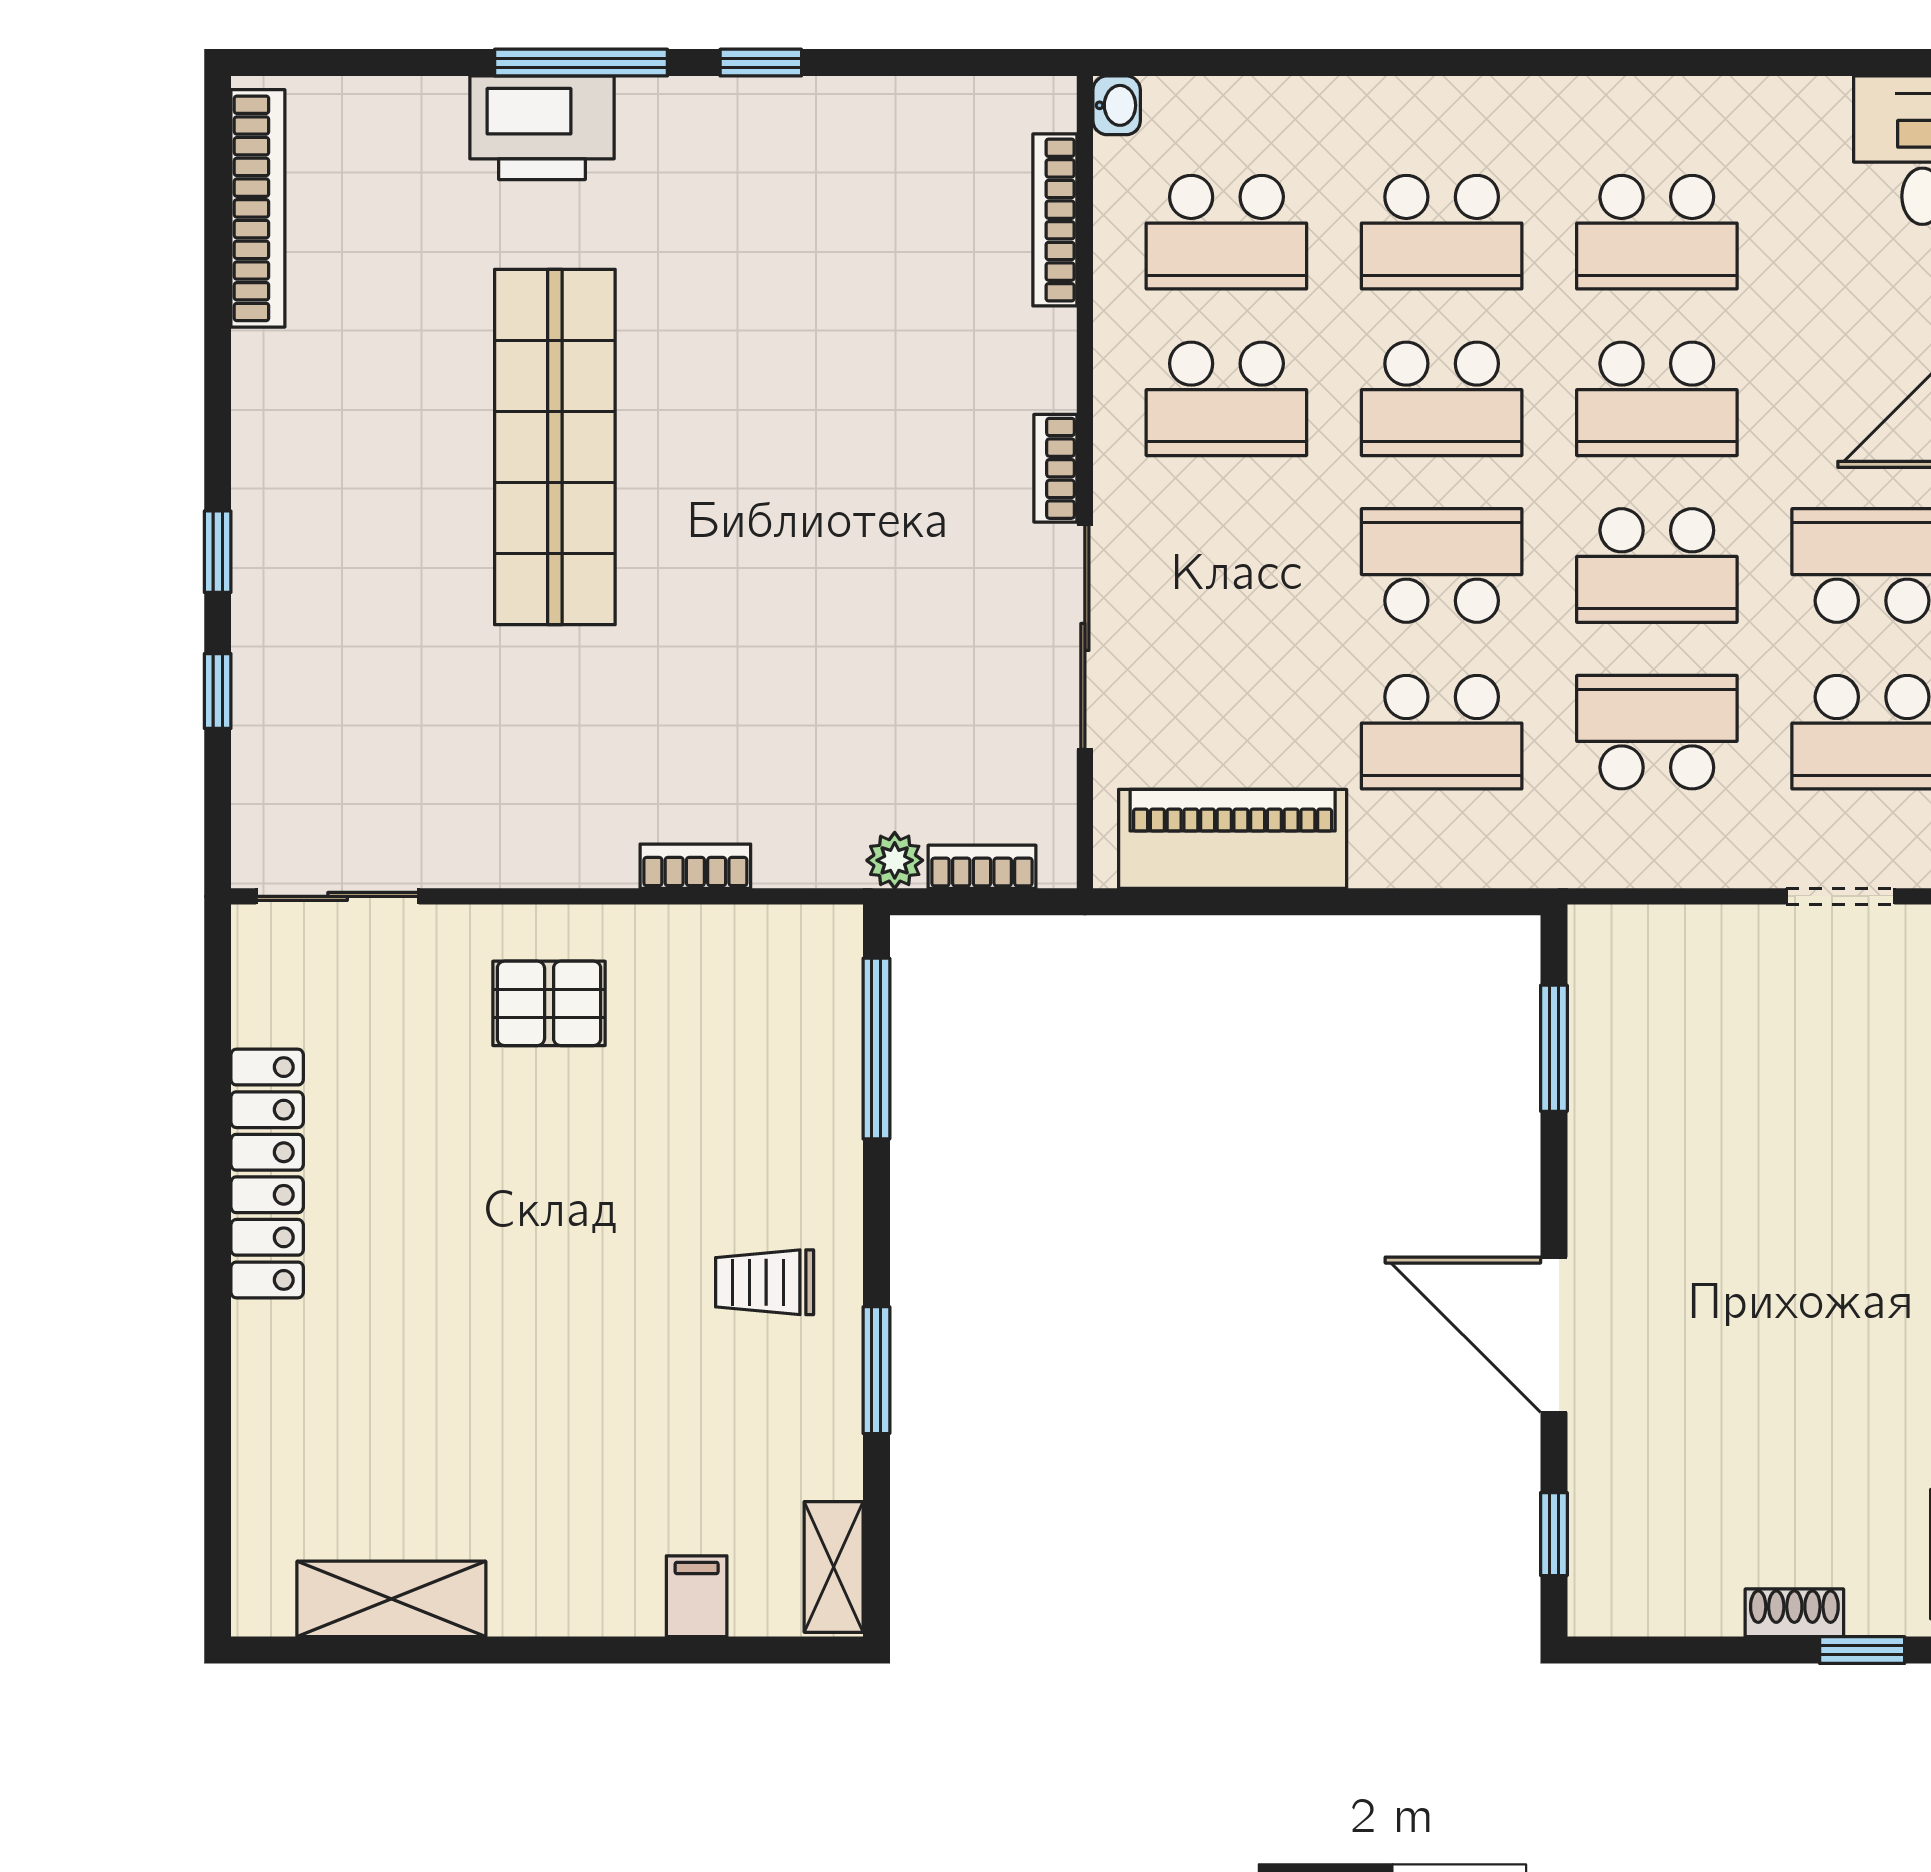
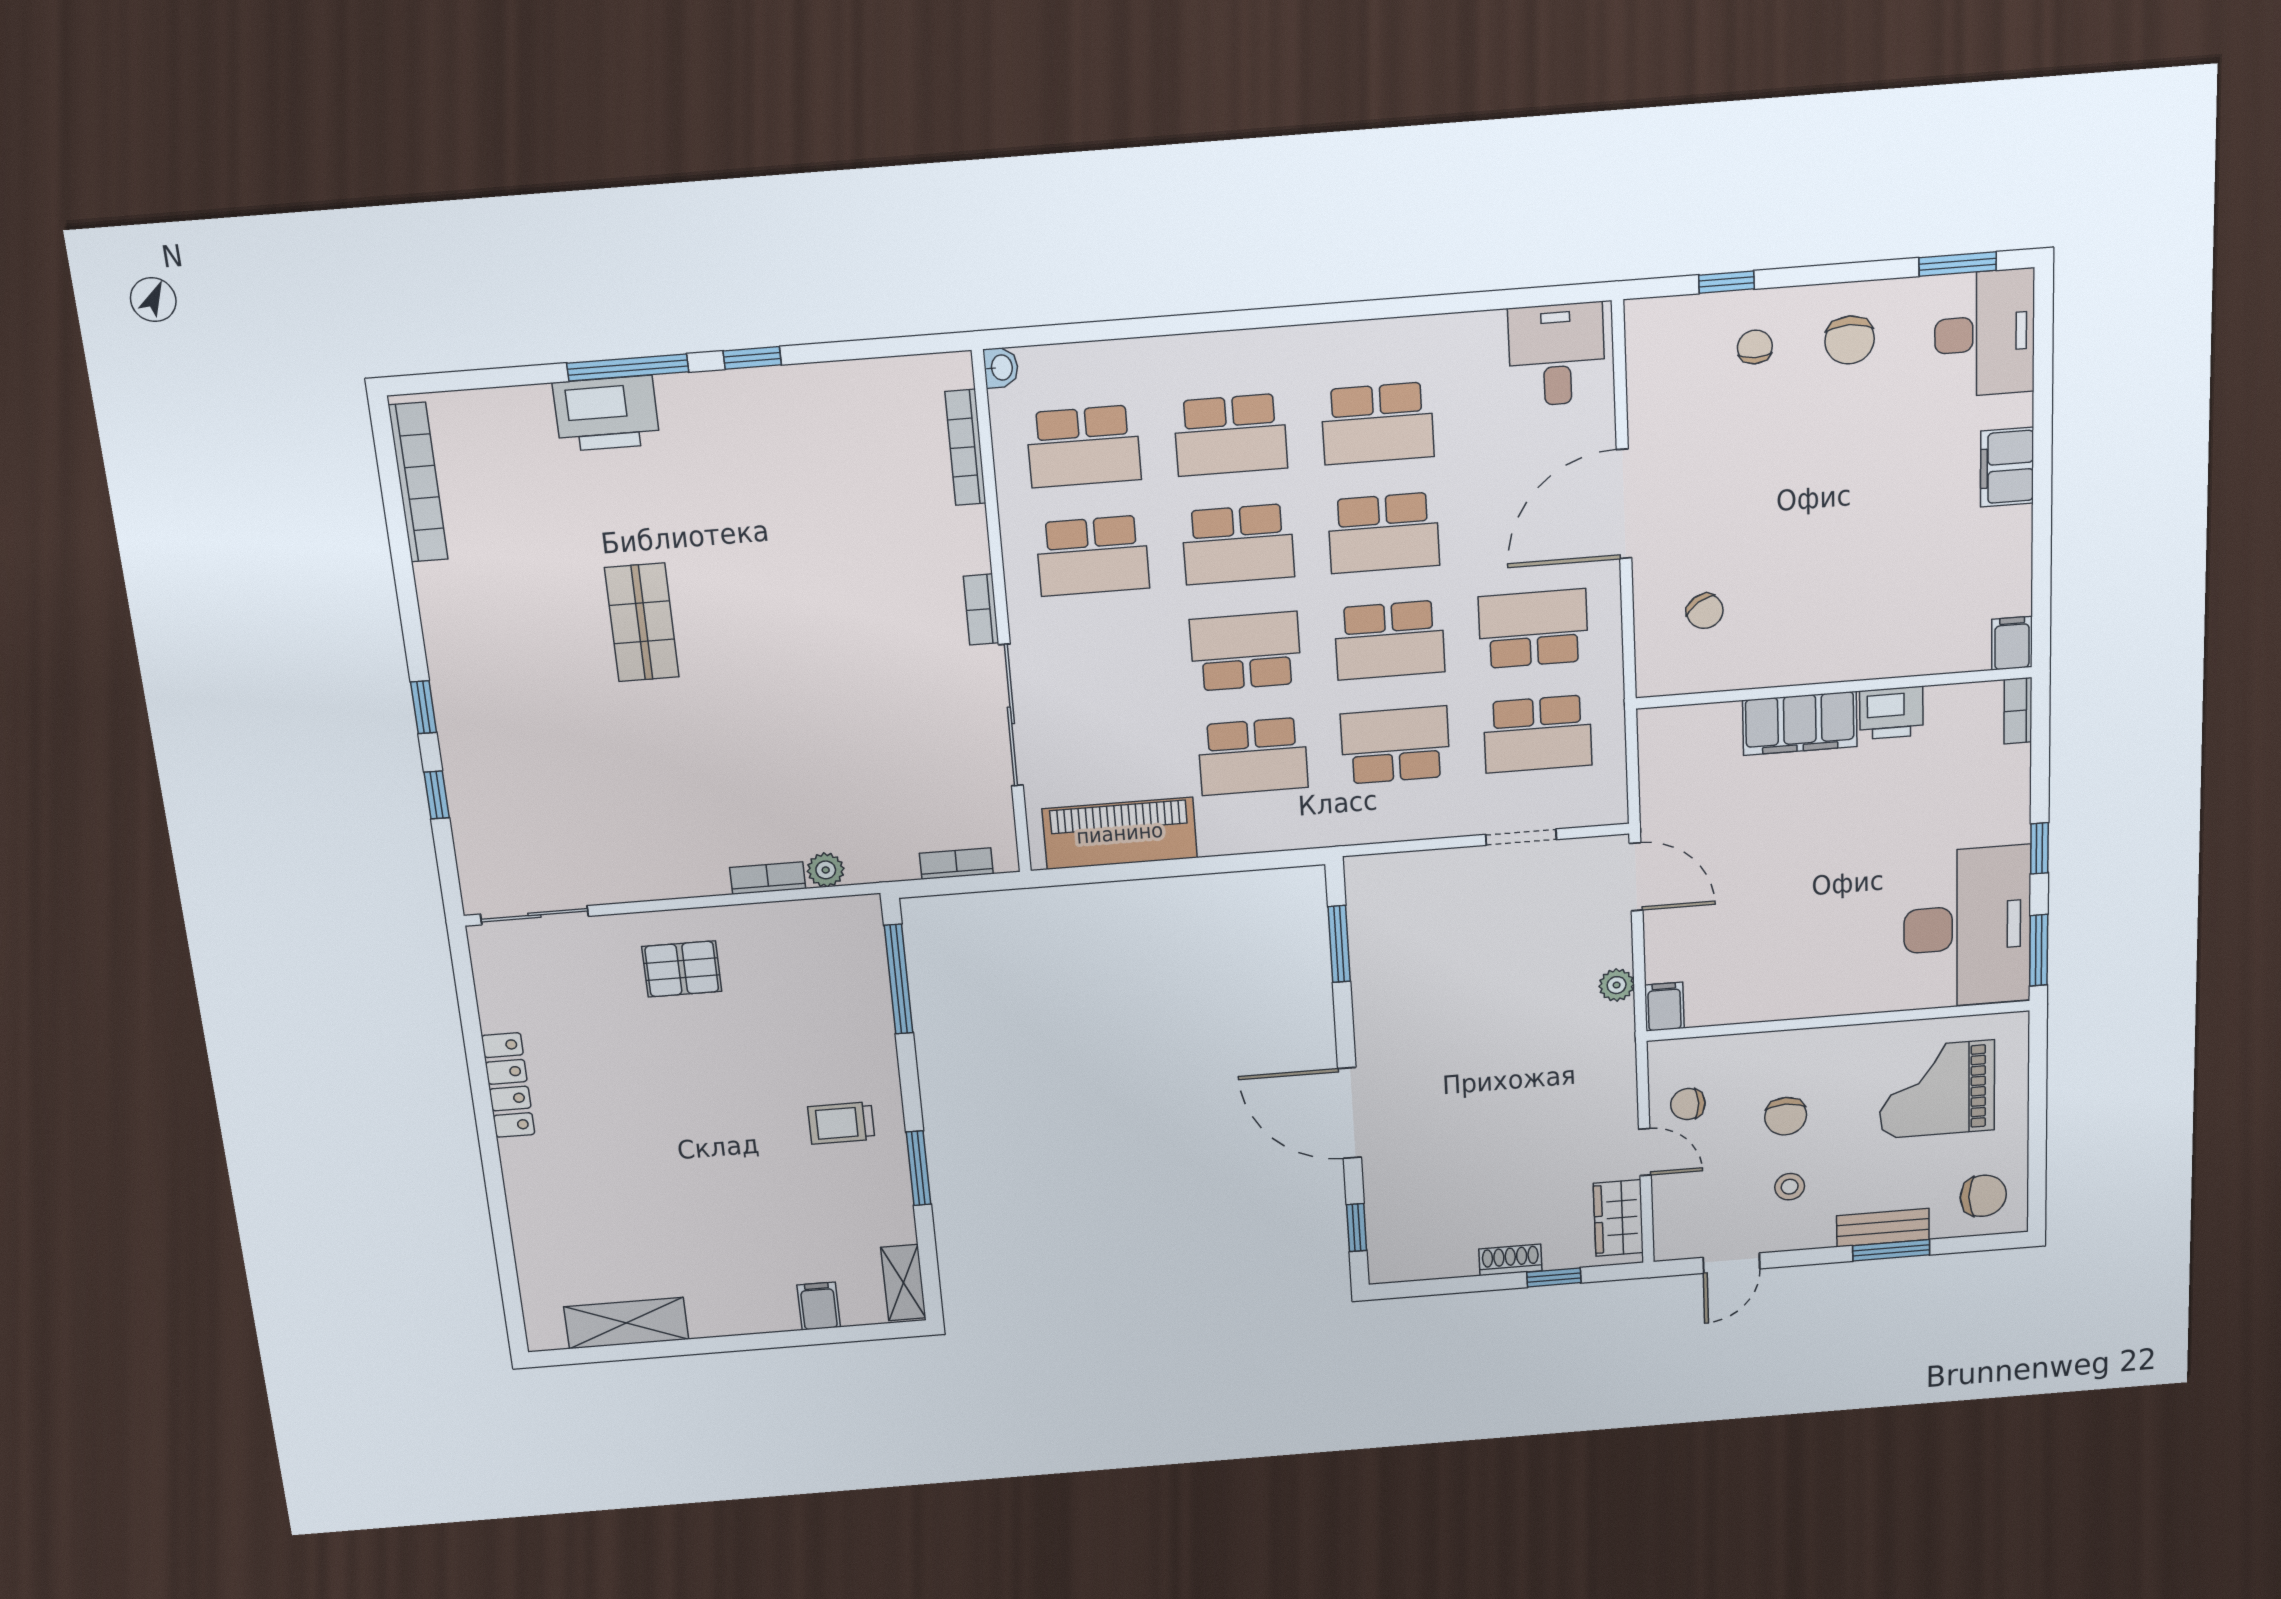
shop shelf: (555, 447) -> (642, 622), width x0.50, depth x0.74
plant: (895, 860) -> (826, 870), moved
locker: (267, 1174) -> (508, 1085), width x0.71, depth x0.83

